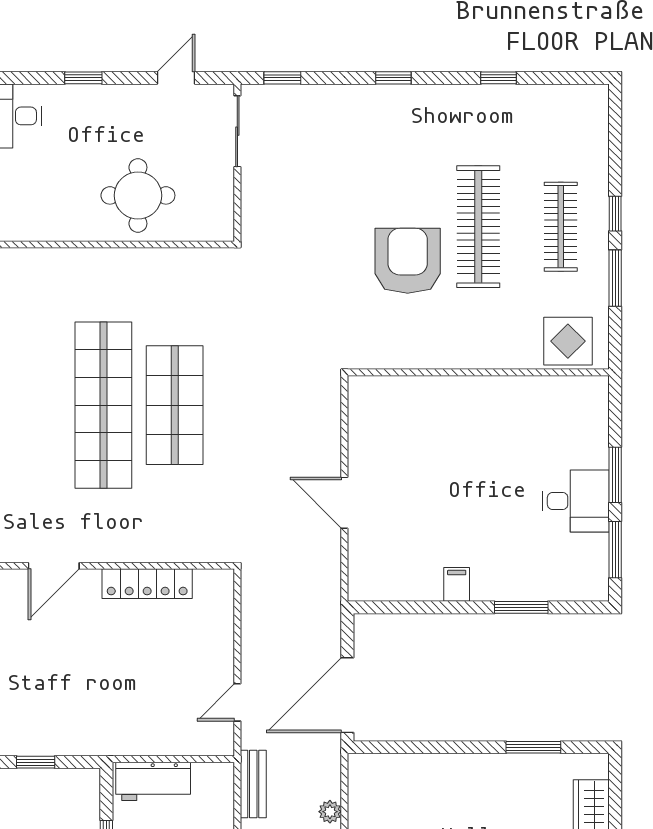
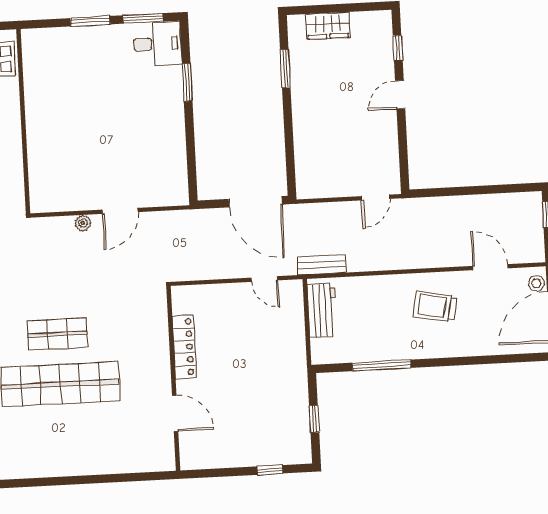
shop shelf: (175, 405) -> (57, 334), width x0.70, depth x0.74
desk: (576, 501) -> (157, 44), moved, turned 90
filing cabinet: (457, 584) -> (173, 129), removed
workbench: (153, 781) -> (322, 310), moved
plant: (330, 812) -> (83, 223), moved

